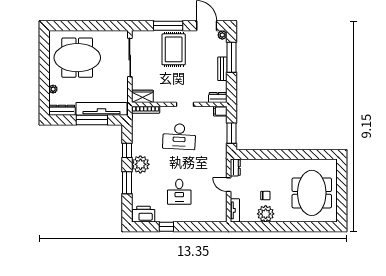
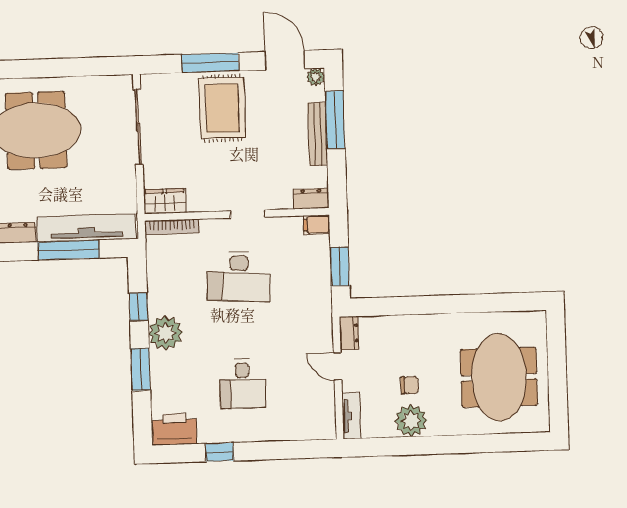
bench: (222, 69) -> (318, 134), width x1.36

